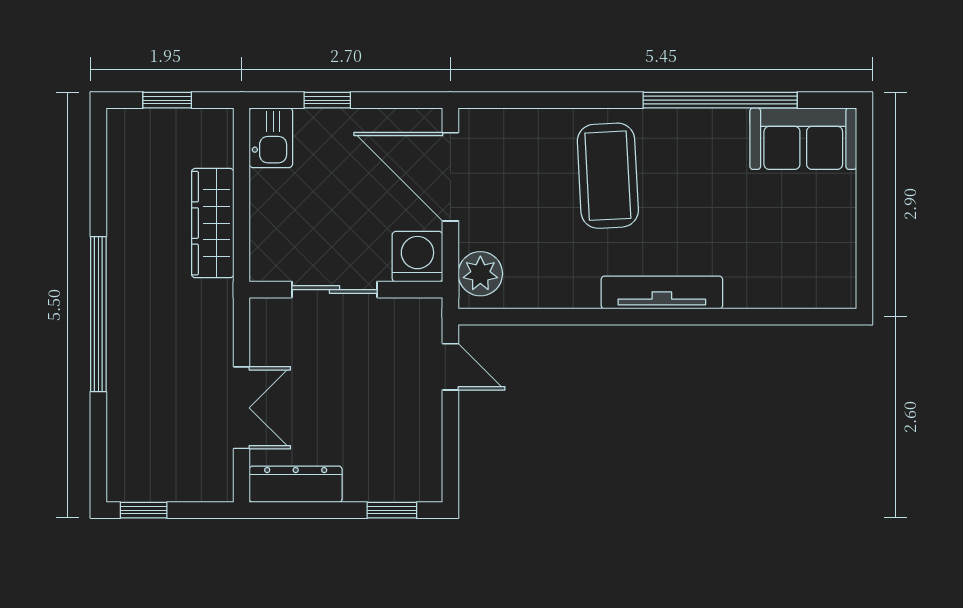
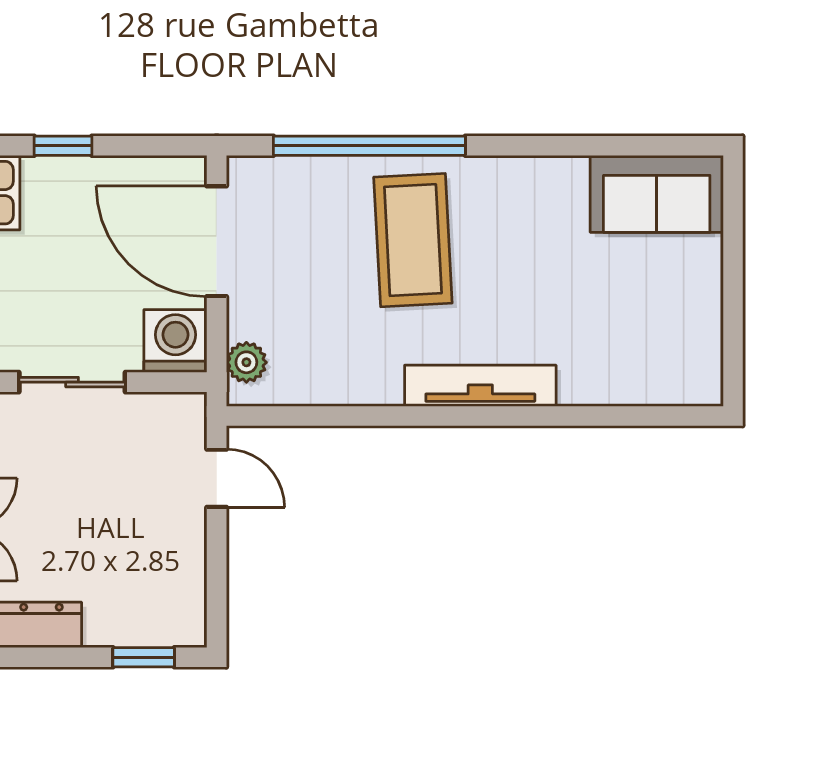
window: (720, 100) -> (369, 146), moved
plant: (480, 274) -> (246, 362), width x0.73, depth x0.73

